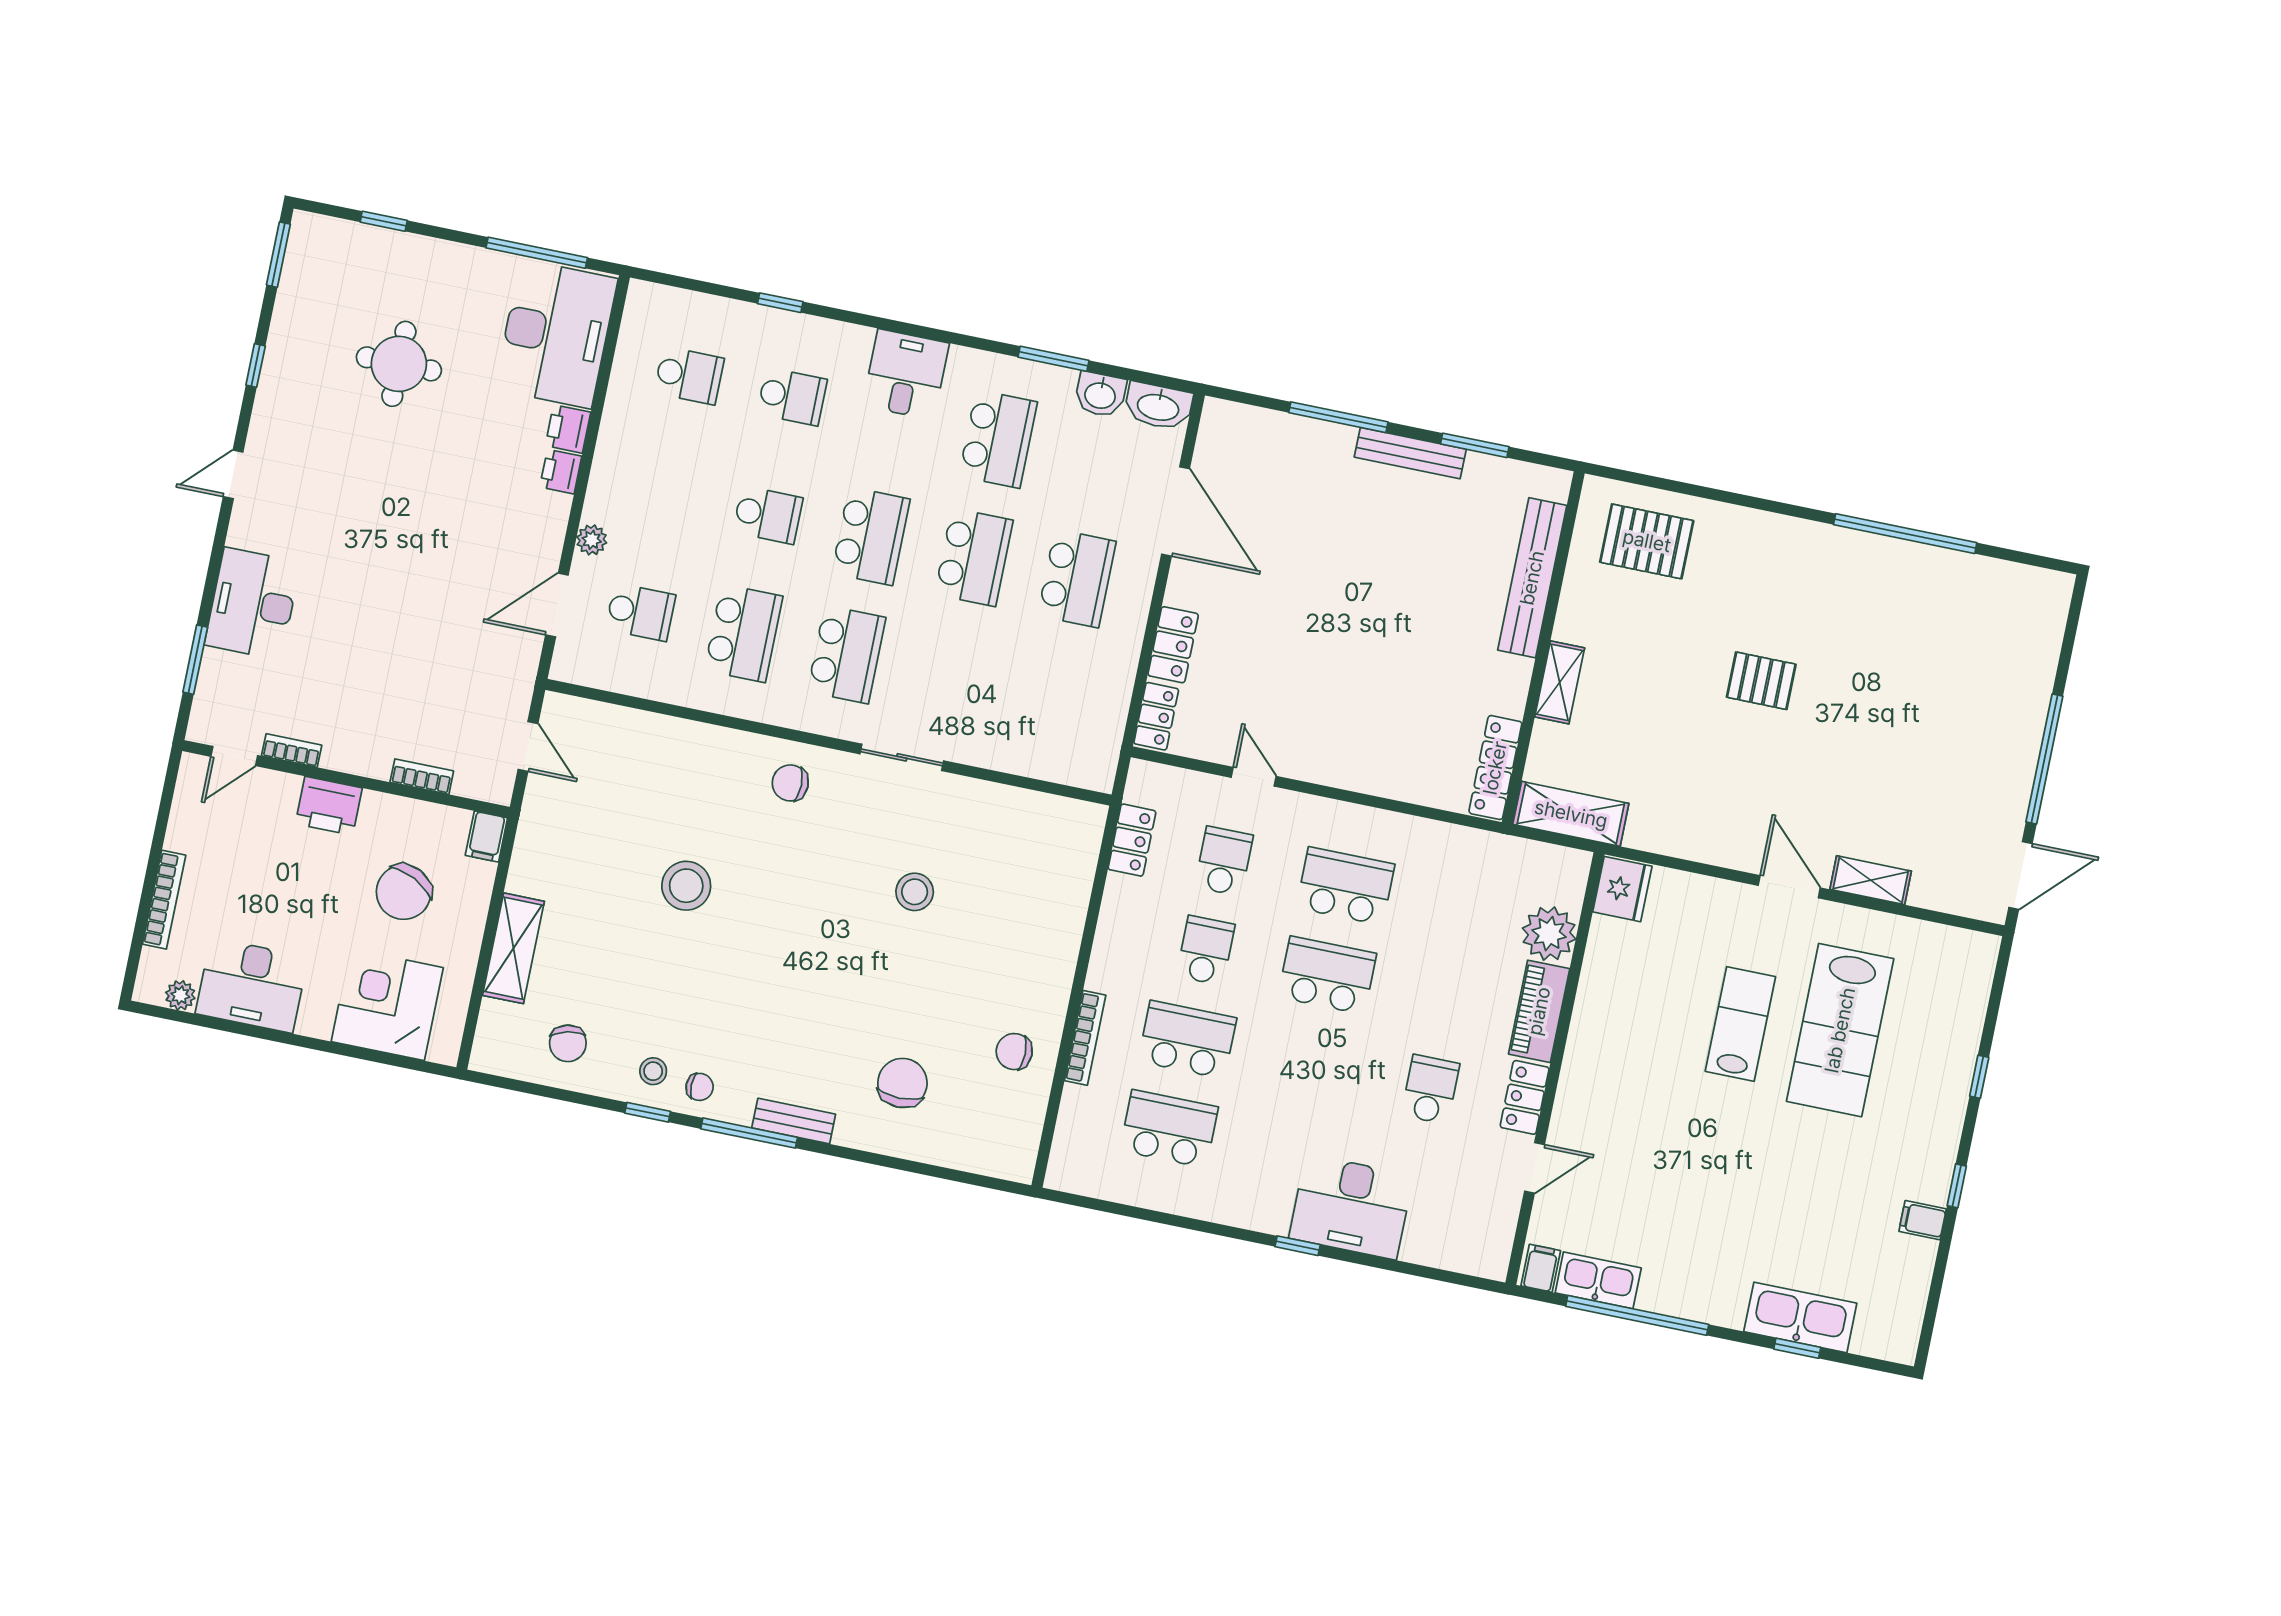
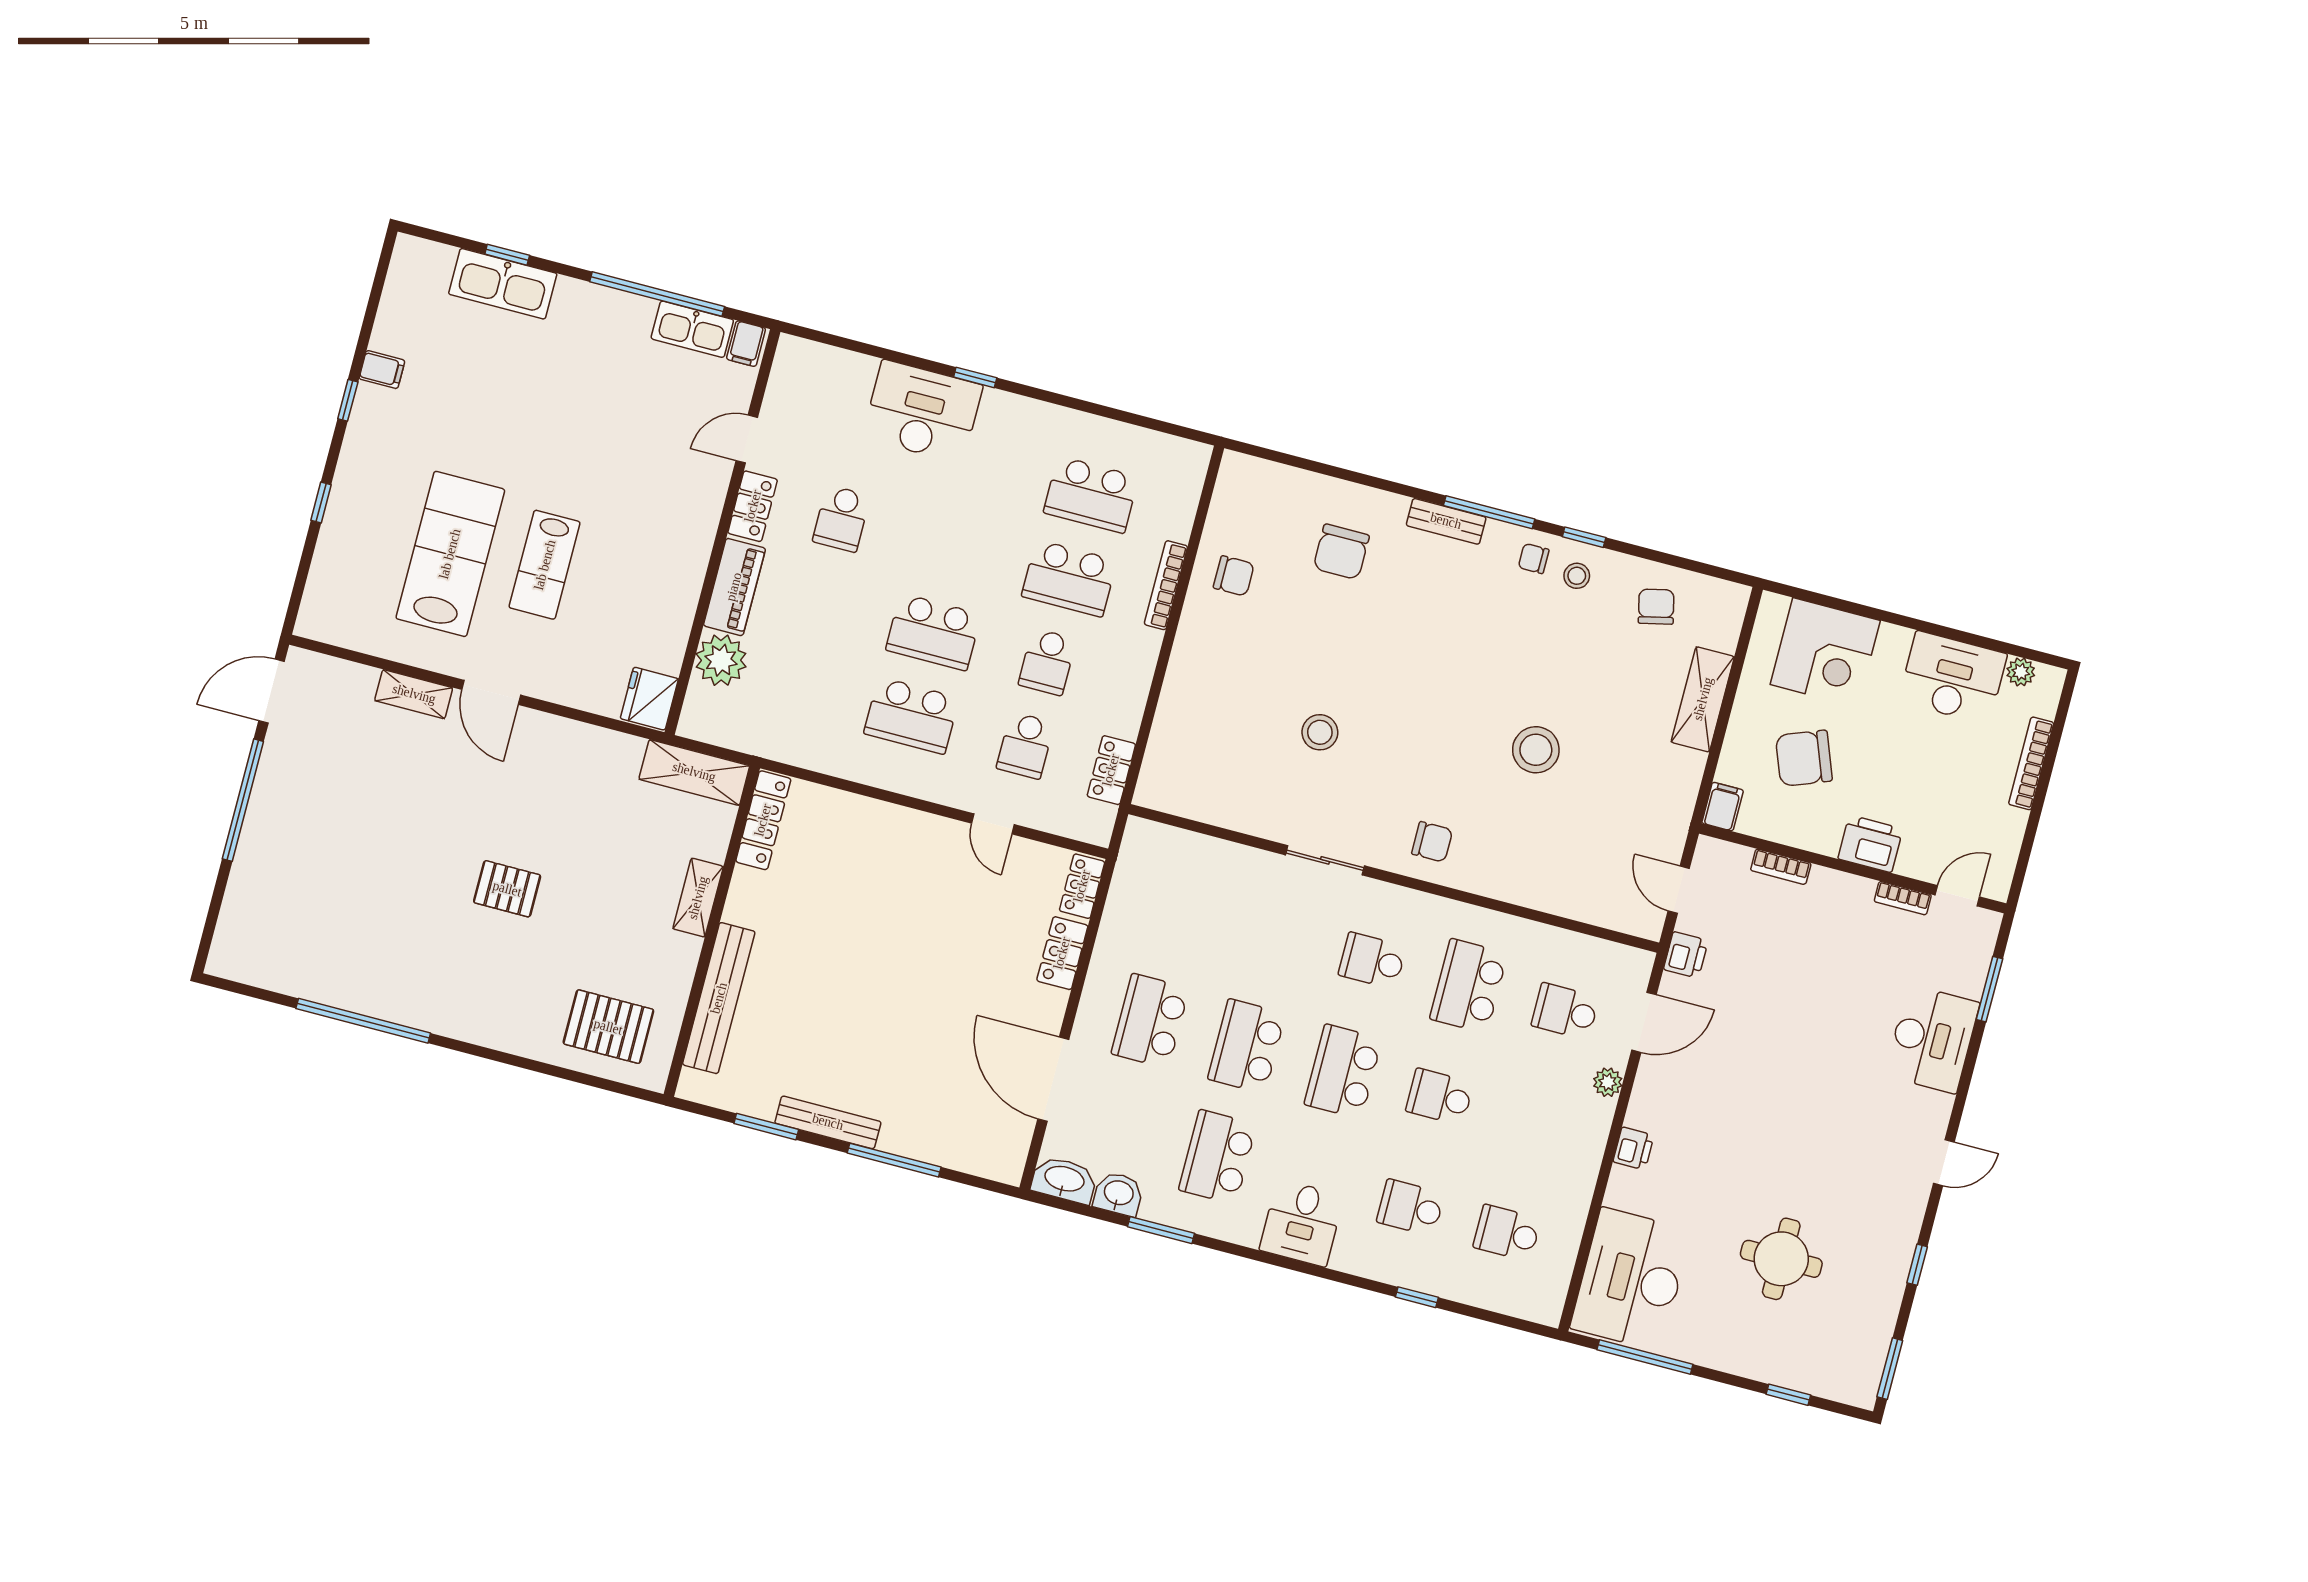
printer: (568, 429) -> (1686, 955), moved
school desk: (846, 654) -> (1372, 961), width x0.54
chair: (404, 892) -> (1804, 758), turned -138

